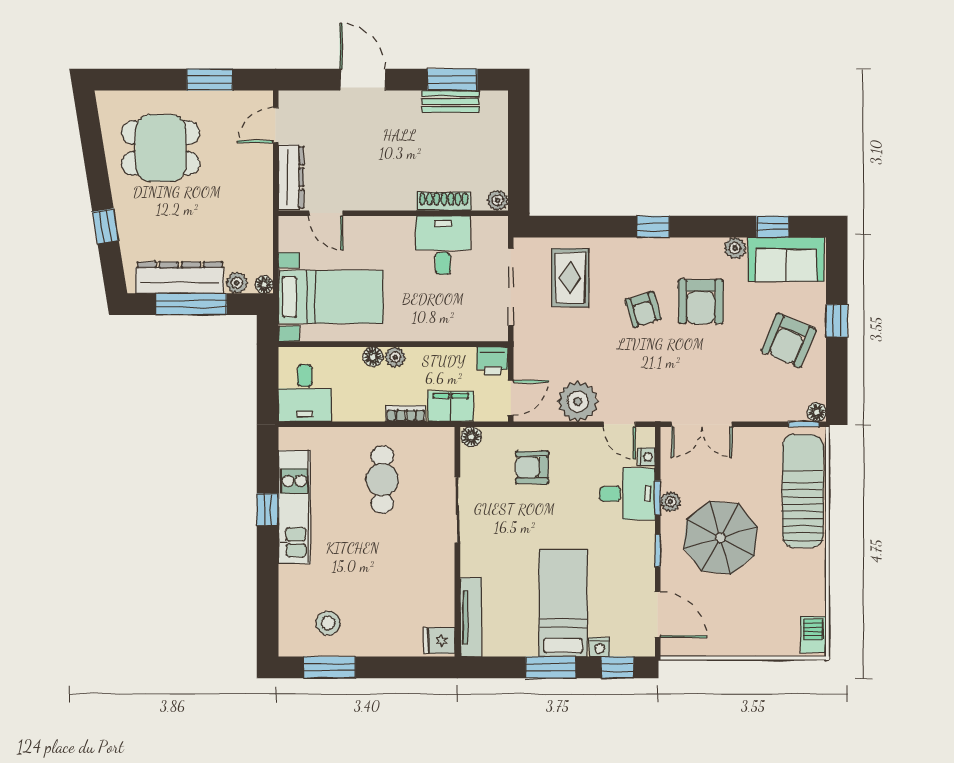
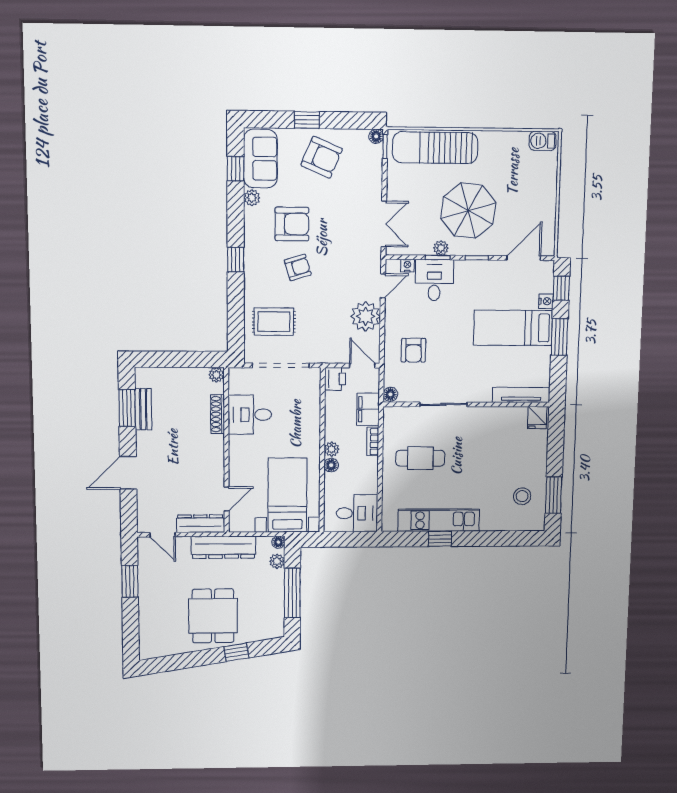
dining table: (161, 148) -> (213, 616), moved
dresser: (180, 278) -> (223, 547), moved, turned -90

